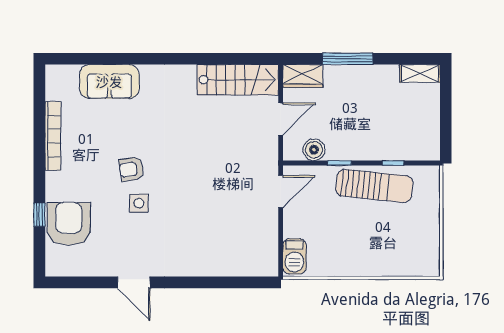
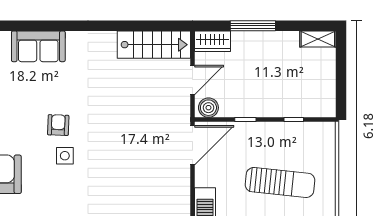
boiler: (314, 150) -> (208, 108), moved
armchair: (131, 169) -> (58, 125), turned 101
sun lounger: (374, 186) -> (280, 182), moved
door: (281, 191) -> (192, 145), width x1.36

